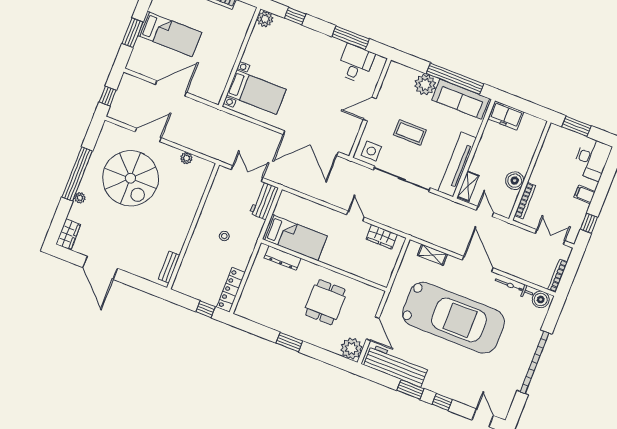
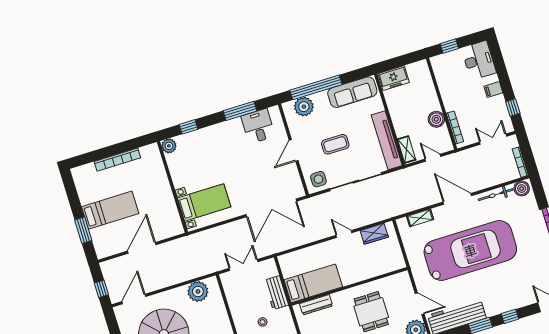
window: (455, 79) -> (316, 87), moved
plant: (425, 85) -> (304, 107), moved
window: (576, 126) -> (449, 46), width x0.67
door: (148, 135) -> (134, 299), moved
plant: (186, 158) -> (198, 291), width x1.87, depth x1.87
workbench: (264, 201) -> (276, 293), moved

